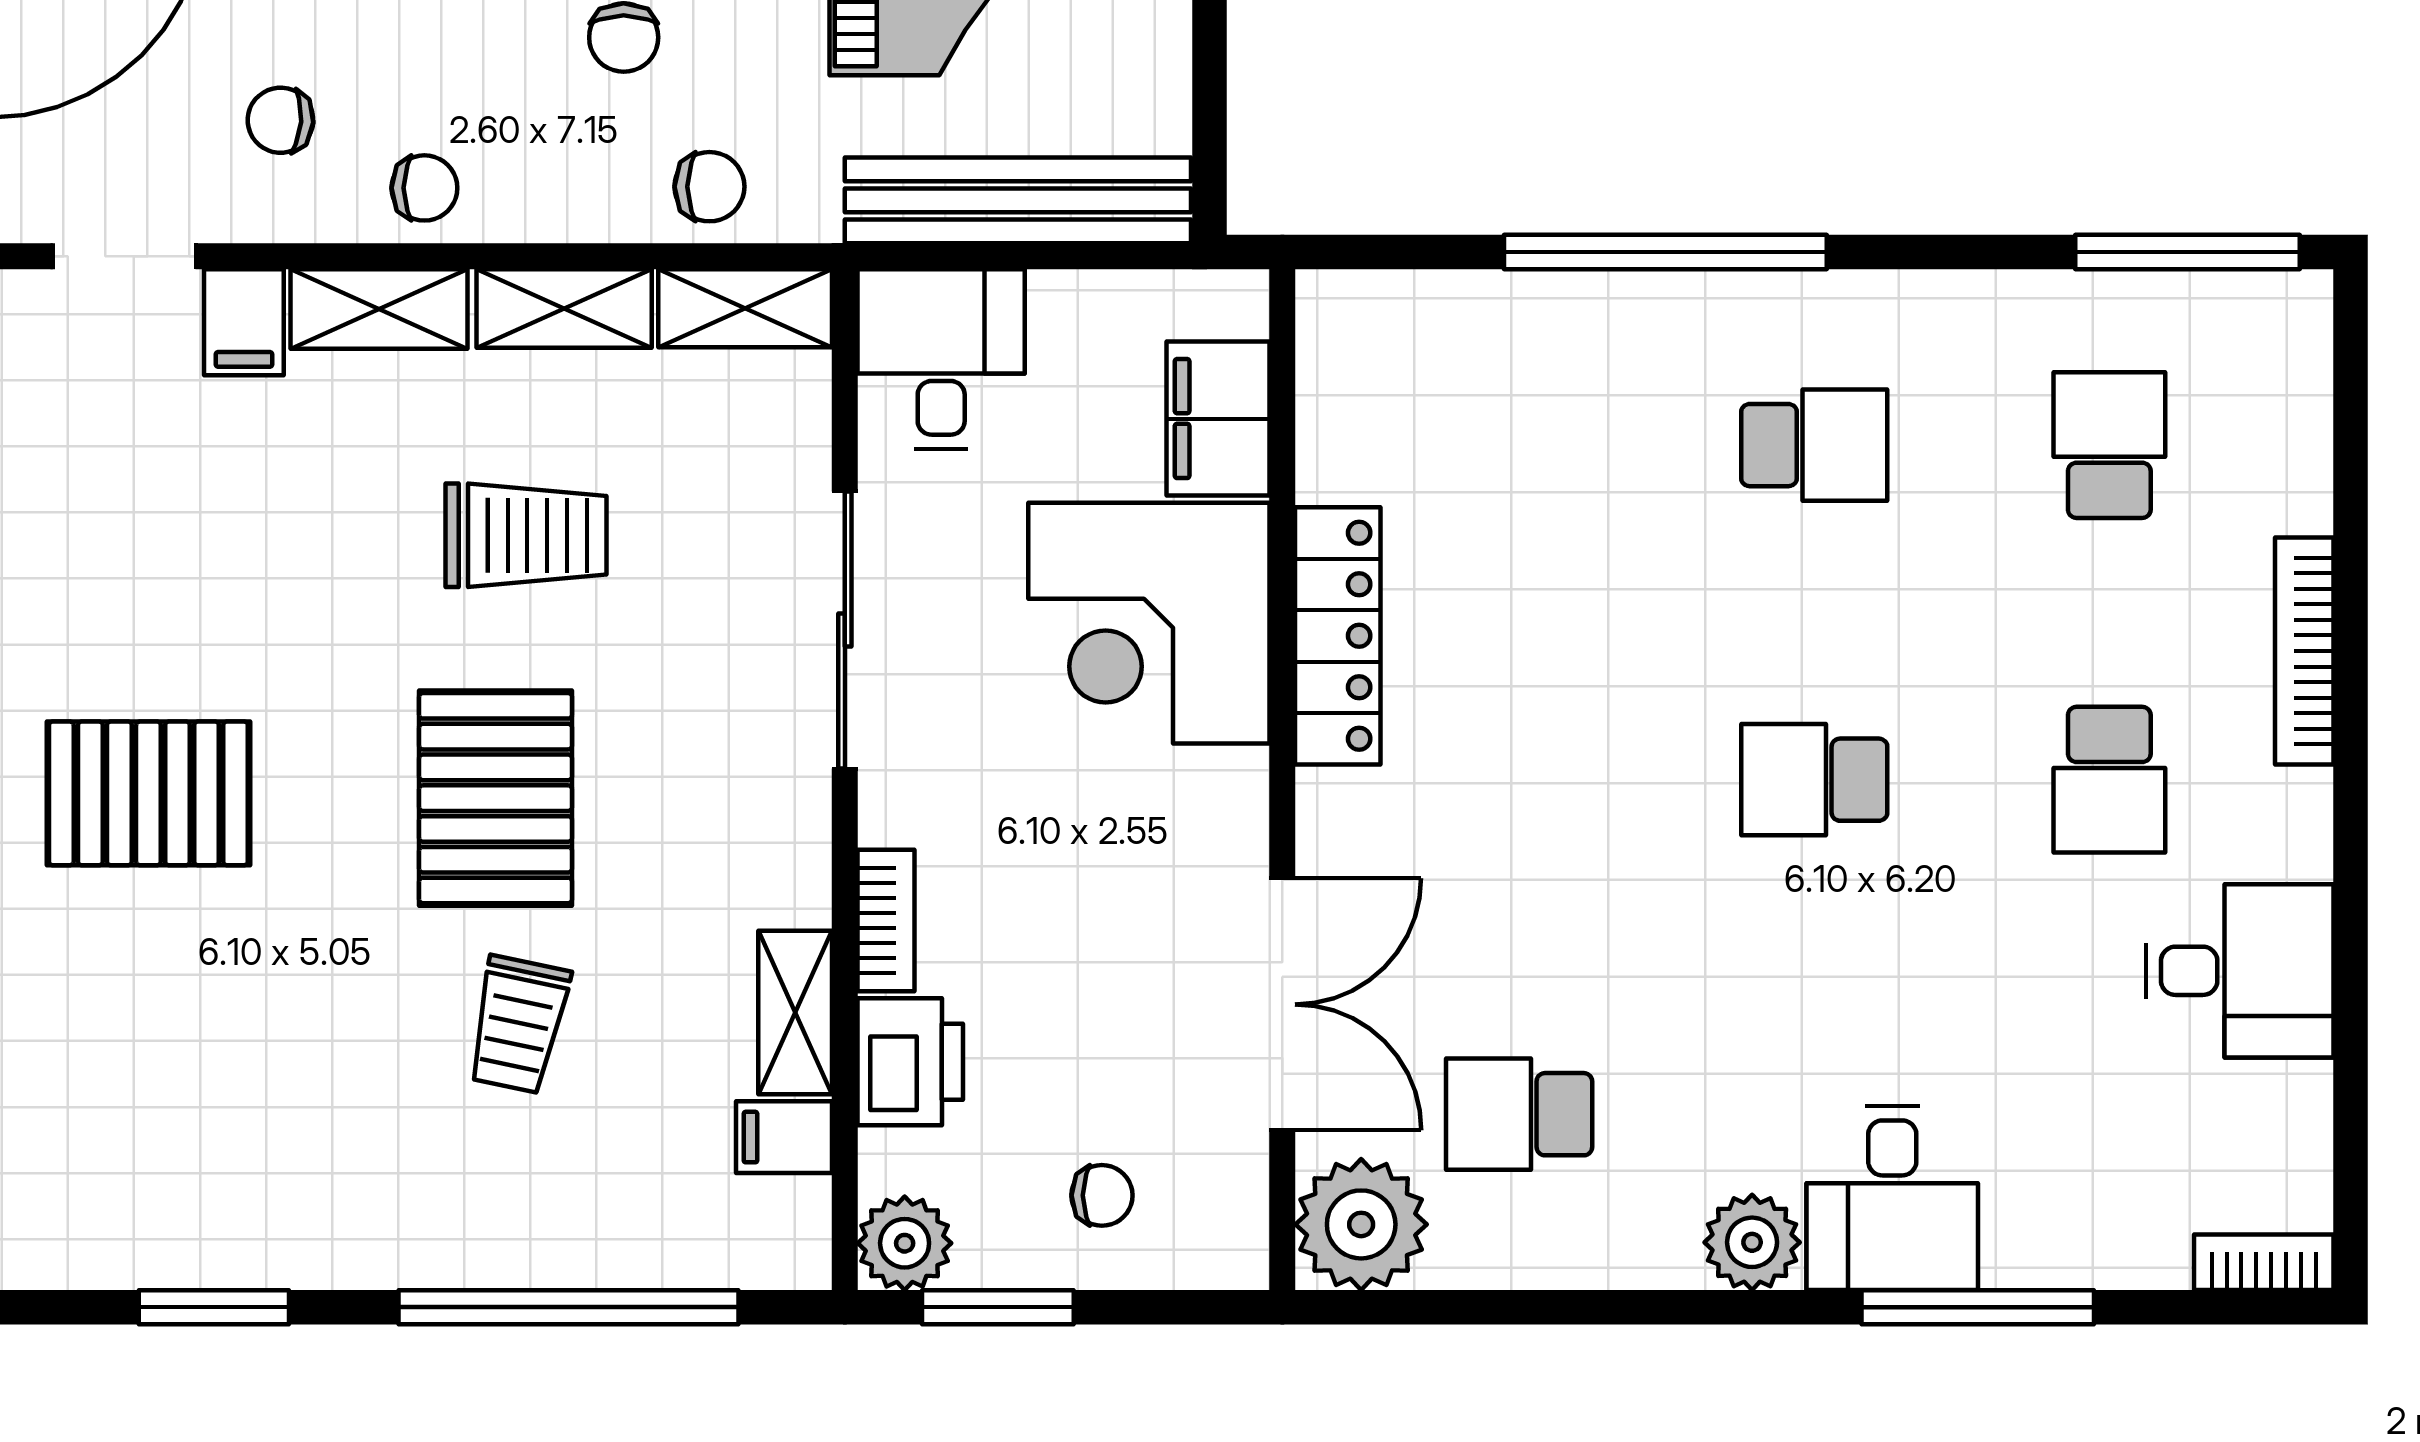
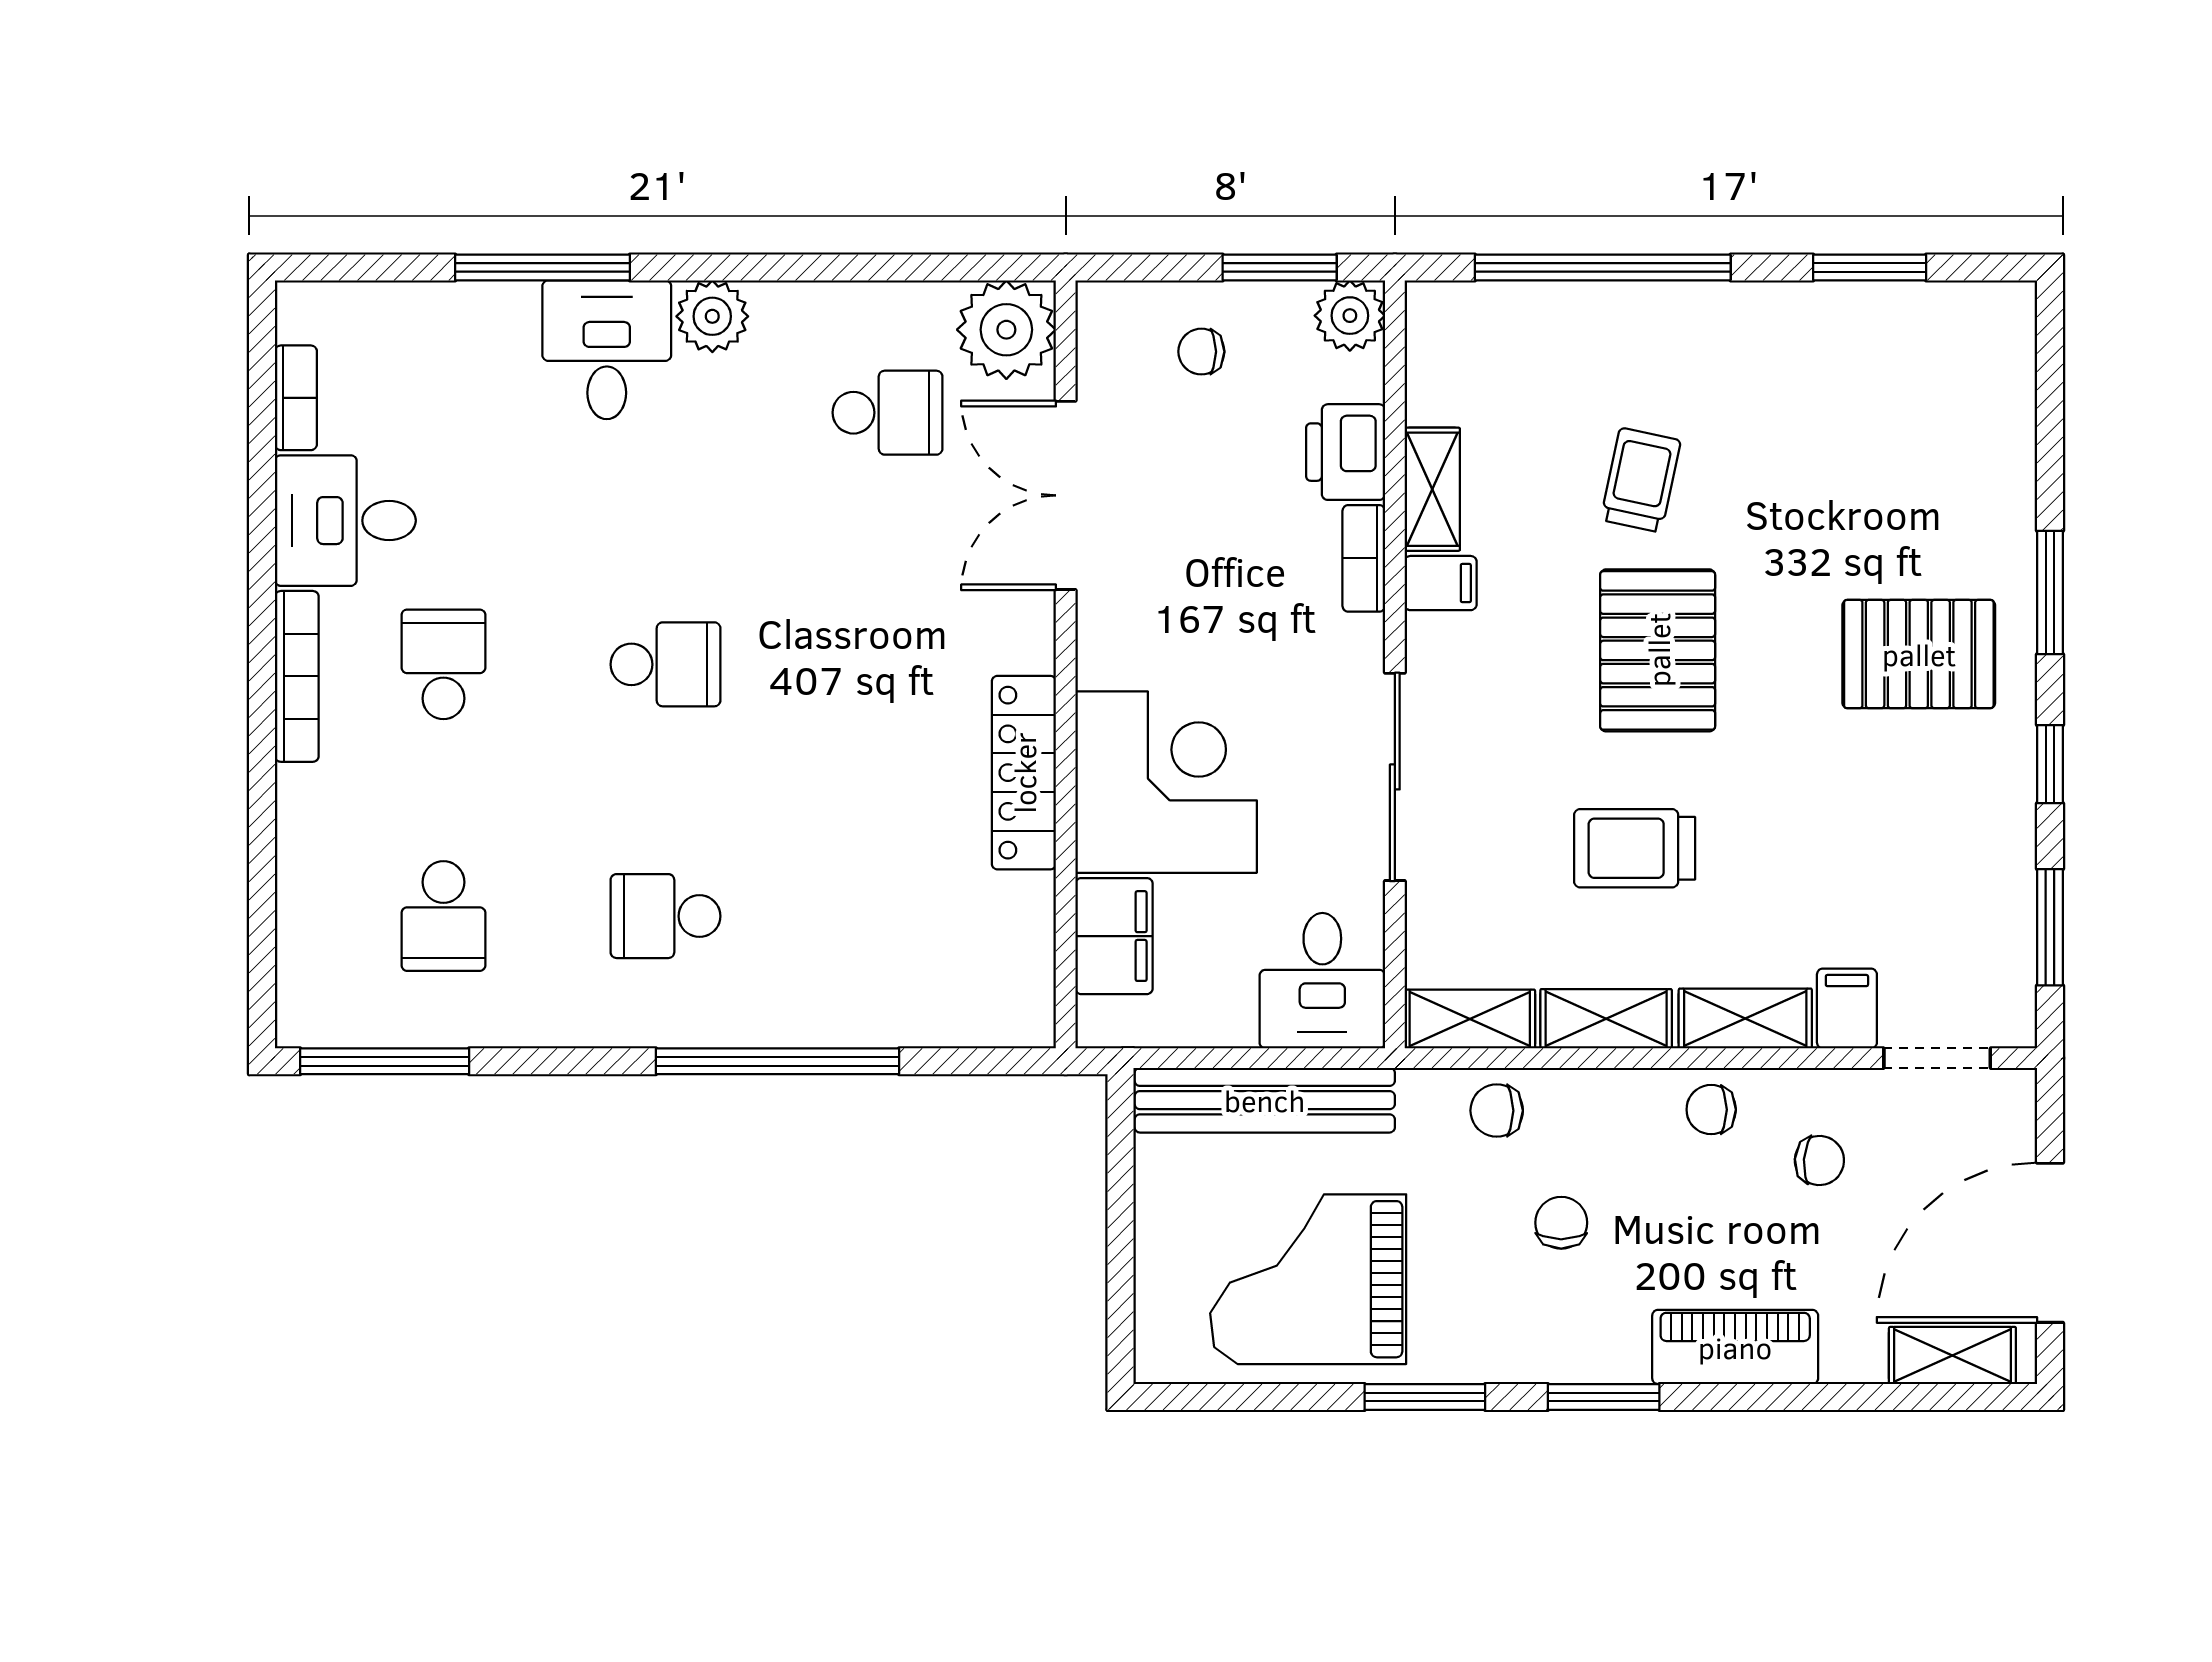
bookcase: (2304, 651) -> (297, 676), moved
filing cabinet: (784, 1137) -> (1441, 583), moved
bookcase: (2264, 1262) -> (296, 398), moved, turned -90

